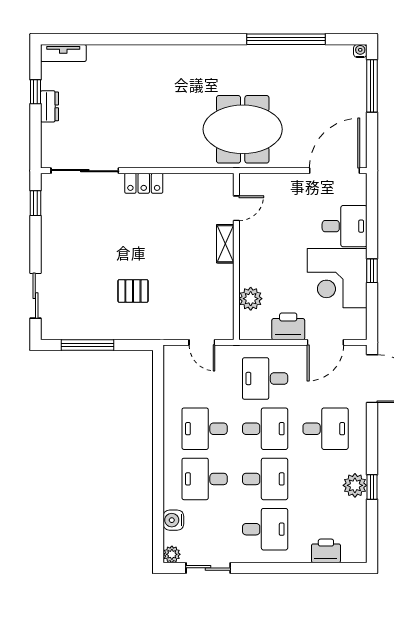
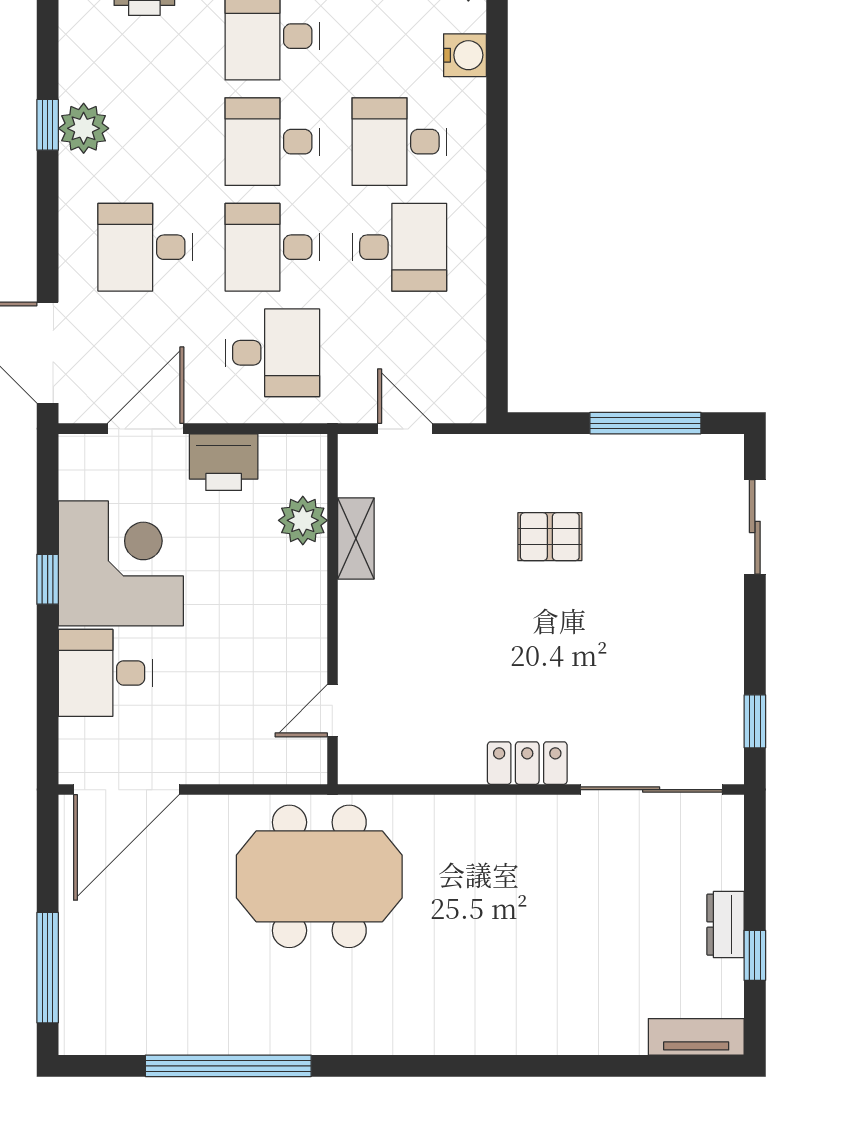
water cooler: (360, 51) -> (72, 1041), removed
shelving: (225, 244) -> (356, 538), moved
desk: (205, 479) -> (399, 142), turned 180

